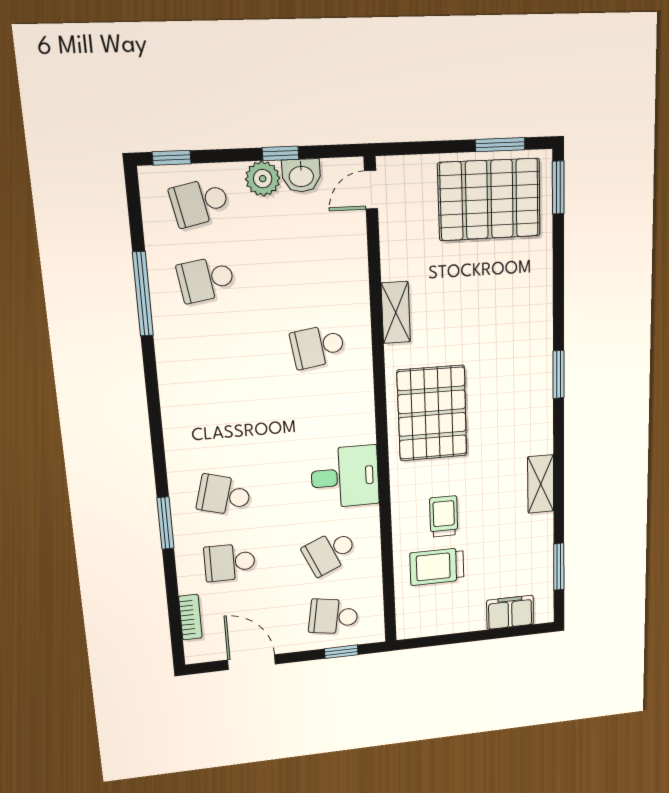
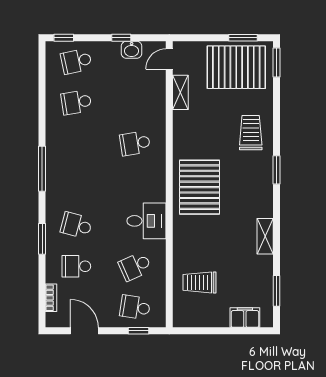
plant: (263, 179) -> (111, 50), removed
window: (143, 294) -> (42, 169), moved
shelving: (396, 313) -> (180, 92), moved
trolley: (444, 516) -> (251, 133), moved, width x1.36, depth x1.39

